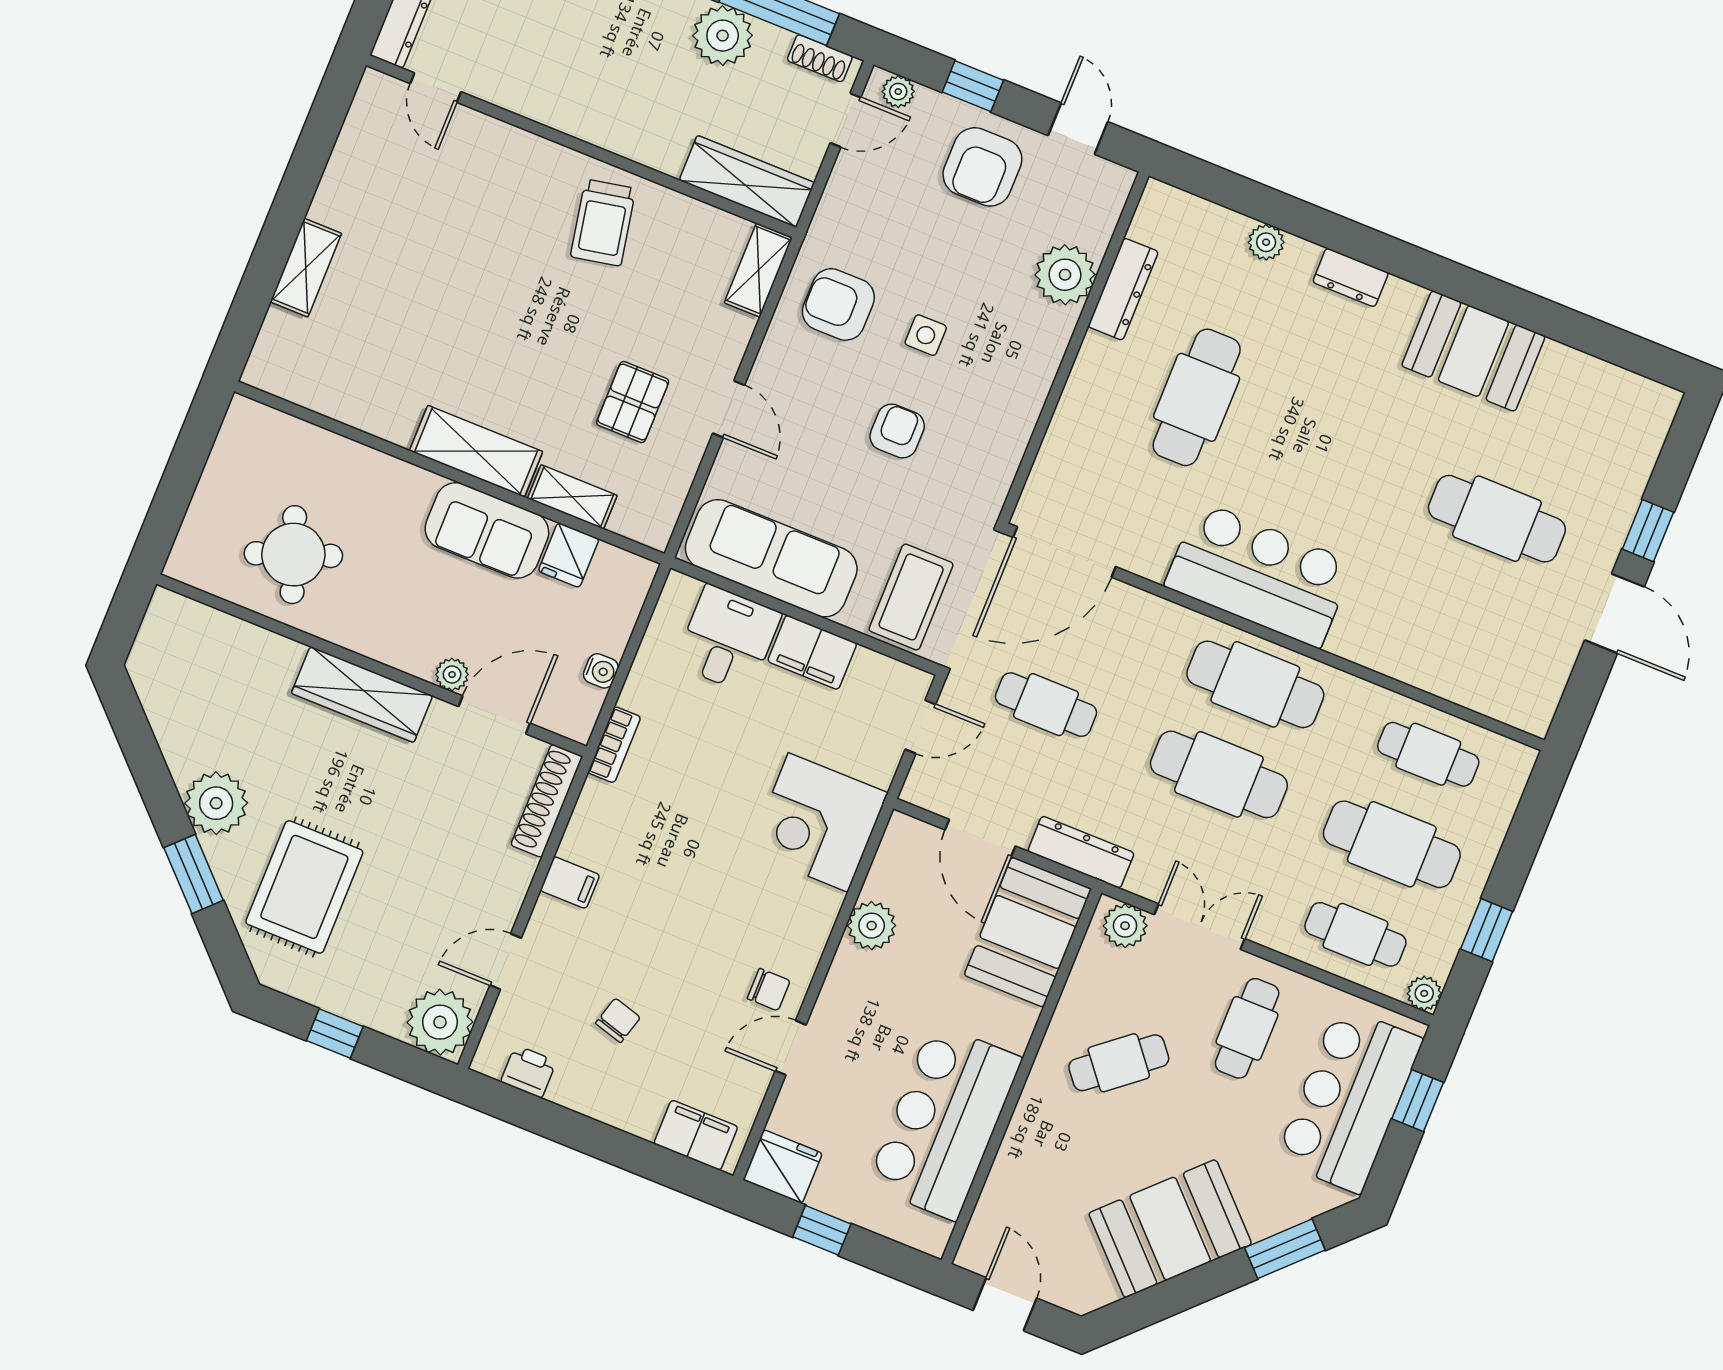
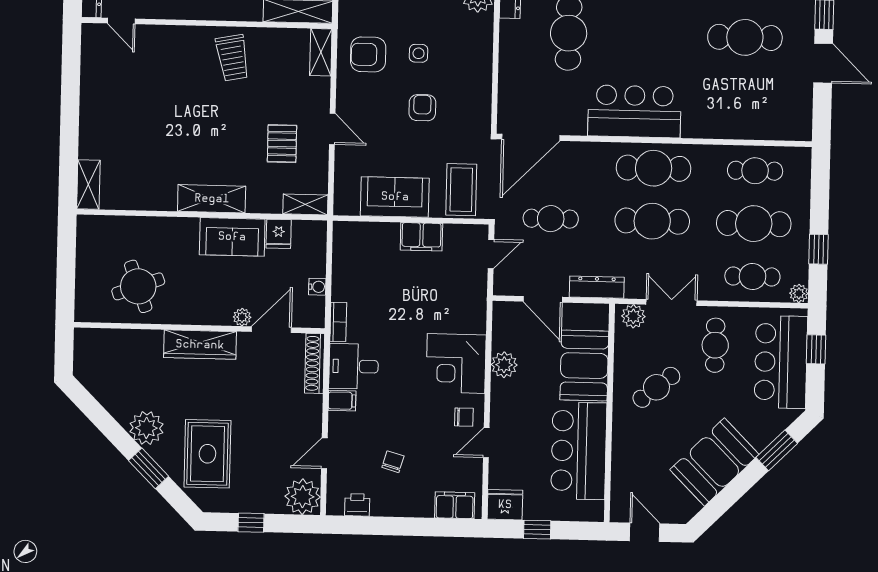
shelving: (306, 268) -> (88, 185), moved
shelving: (572, 497) -> (305, 204), moved
sofa: (771, 558) -> (395, 197), width x0.73
desk: (728, 639) -> (354, 366), moved, turned -90
corner desk: (818, 822) -> (456, 364), moved
booth: (1028, 932) -> (584, 366), moved

